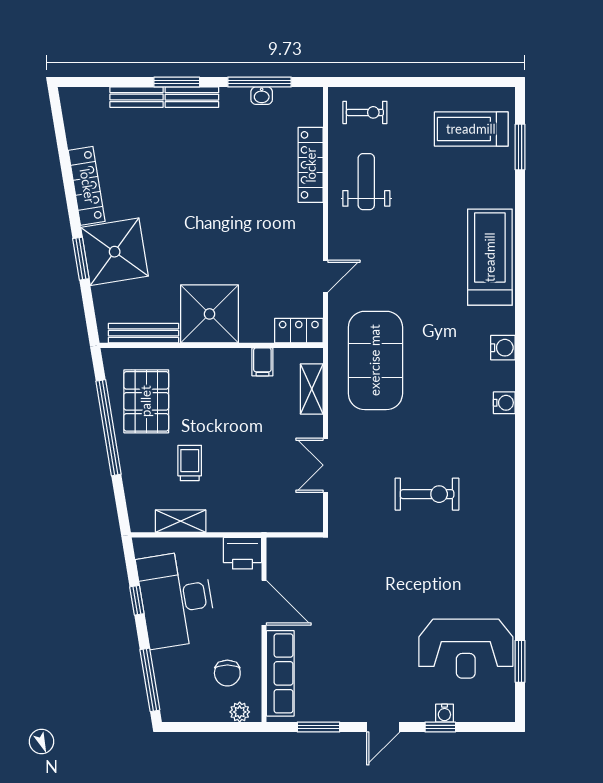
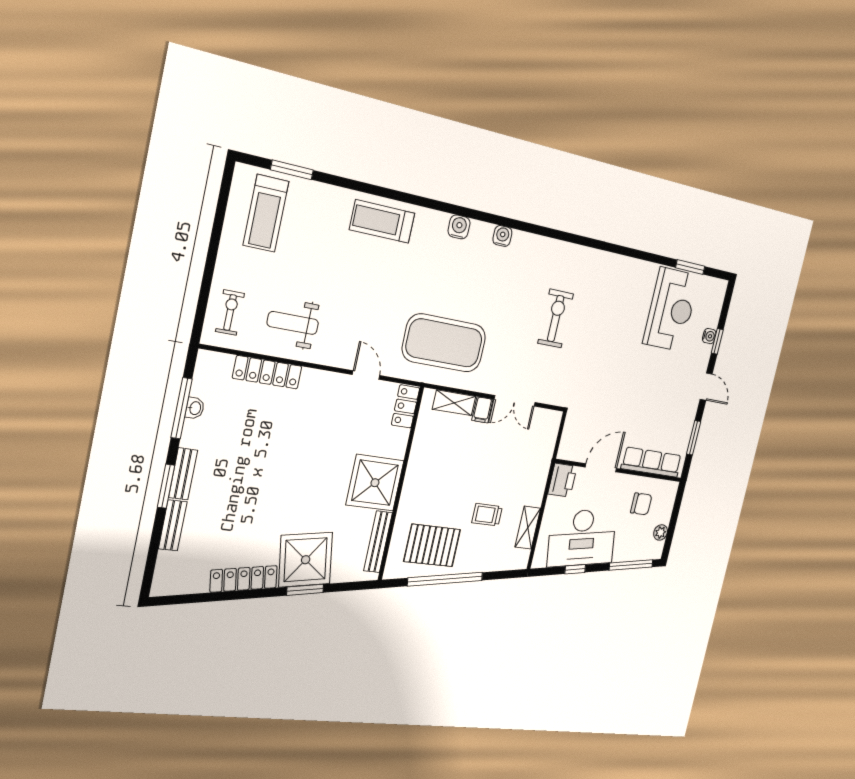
treadmill: (490, 257) -> (382, 221), width x0.73, depth x0.73
filing cabinet: (262, 362) -> (482, 410), moved, turned 90
plant: (240, 712) -> (661, 532), moved

